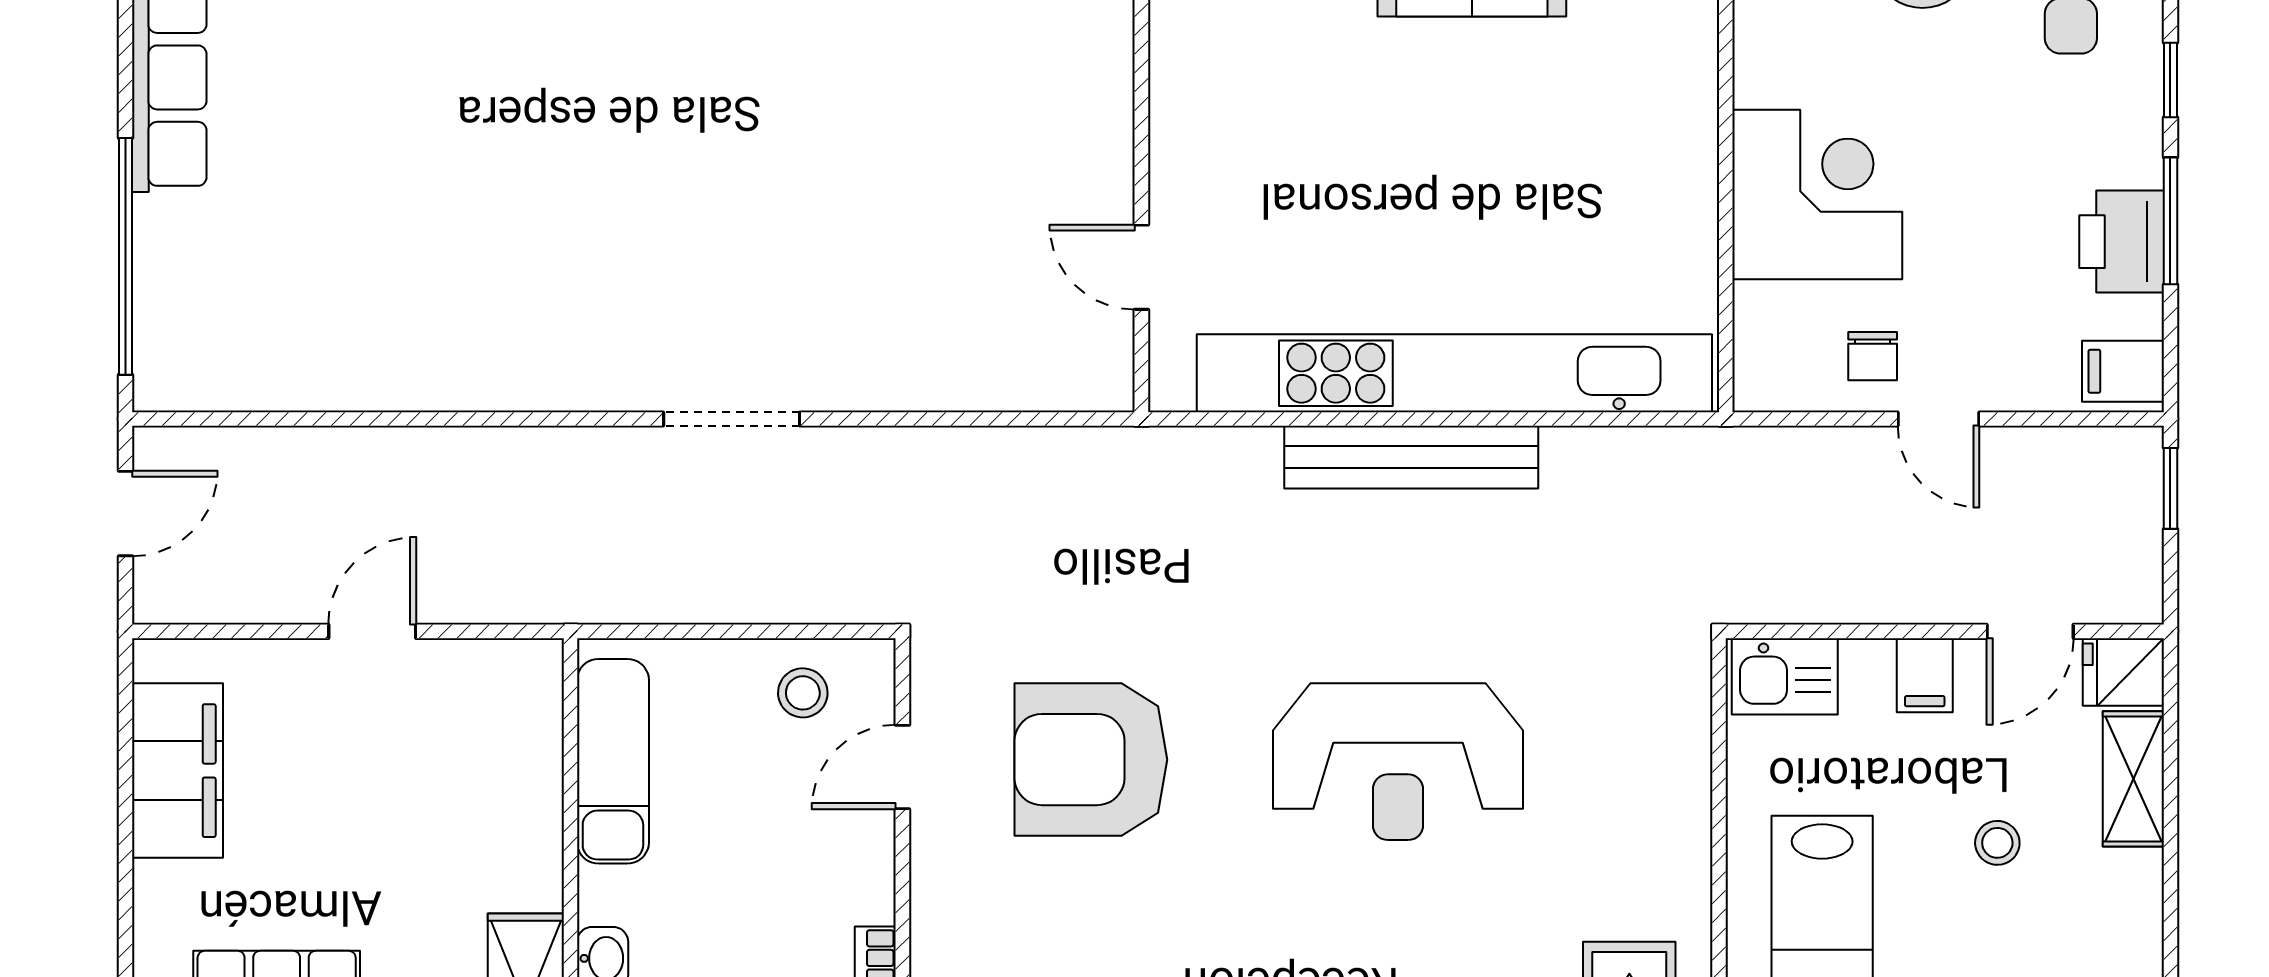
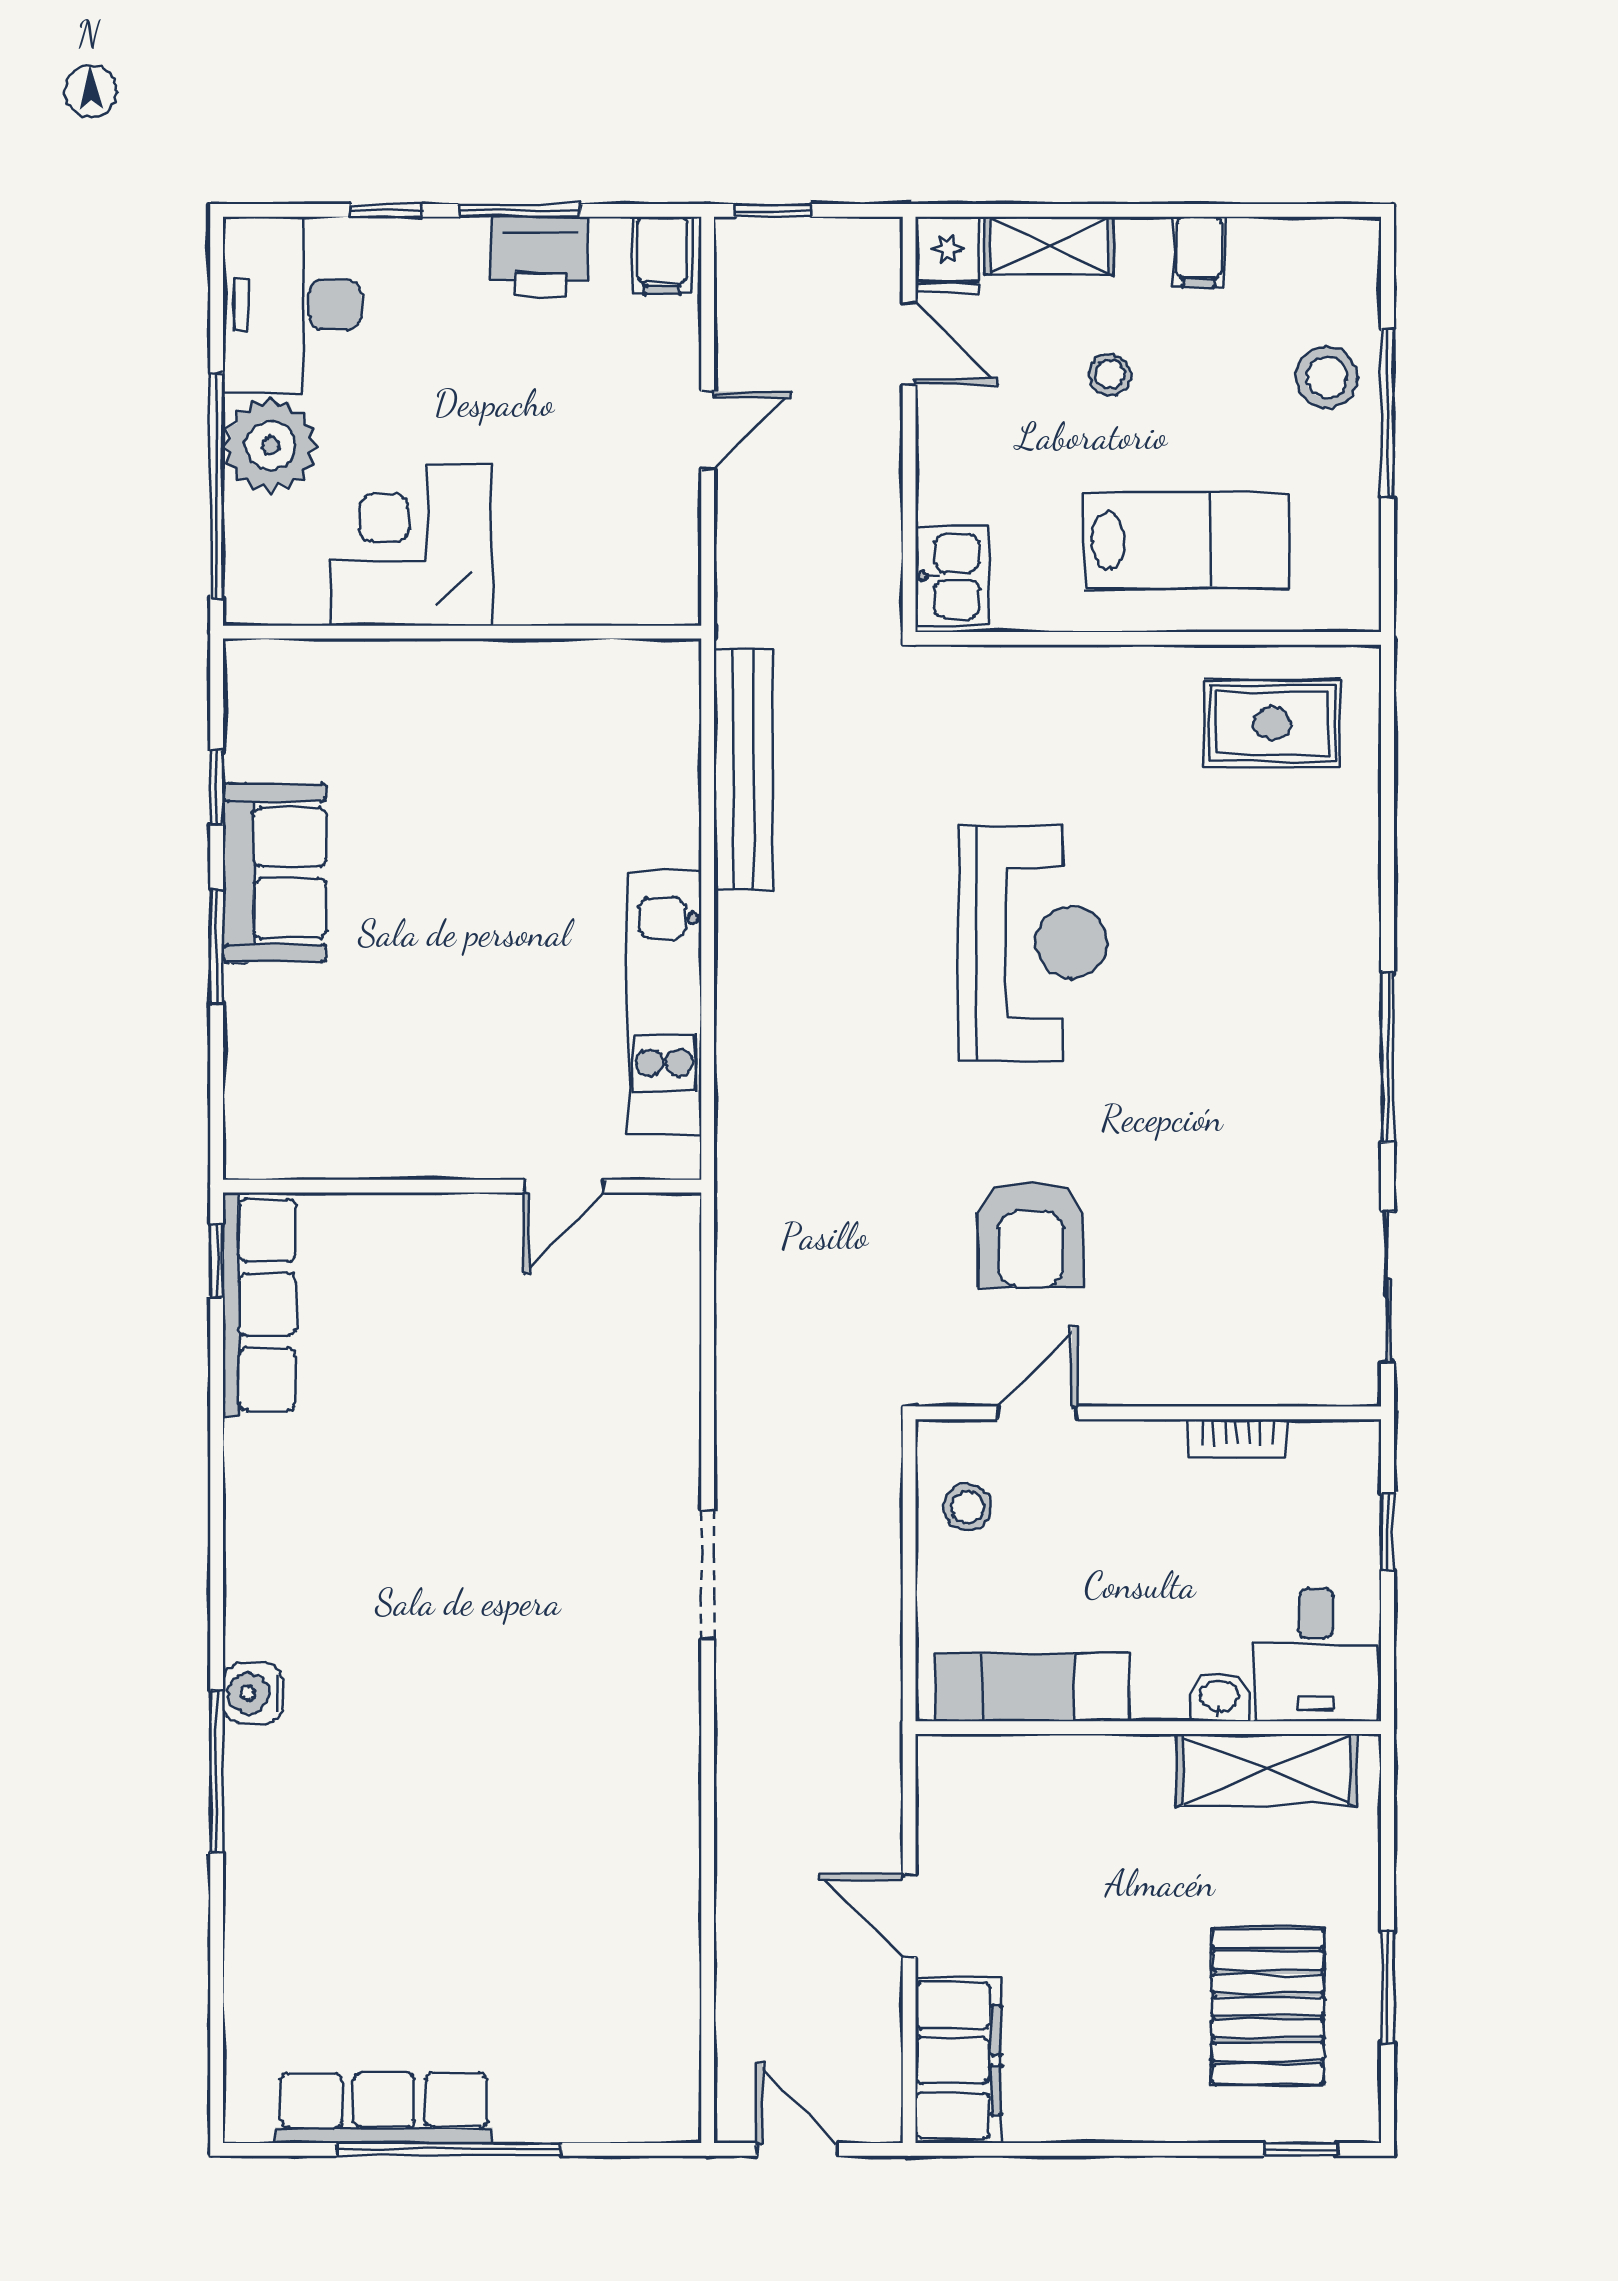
corner desk: (1817, 195) -> (411, 545), moved
window: (126, 256) -> (449, 2149), moved
chair: (1873, 356) -> (648, 493), removed
kitchen unit: (1454, 373) -> (664, 1002), width x0.54
bench: (1411, 457) -> (744, 769), moved
filing cabinet: (1925, 675) -> (1199, 252), moved, turned 90
armchair: (1091, 760) -> (1031, 1234), width x0.73, depth x0.73
door: (902, 767) -> (1038, 1413), swing flipped
filing cabinet: (177, 771) -> (958, 2060), moved, turned 90

